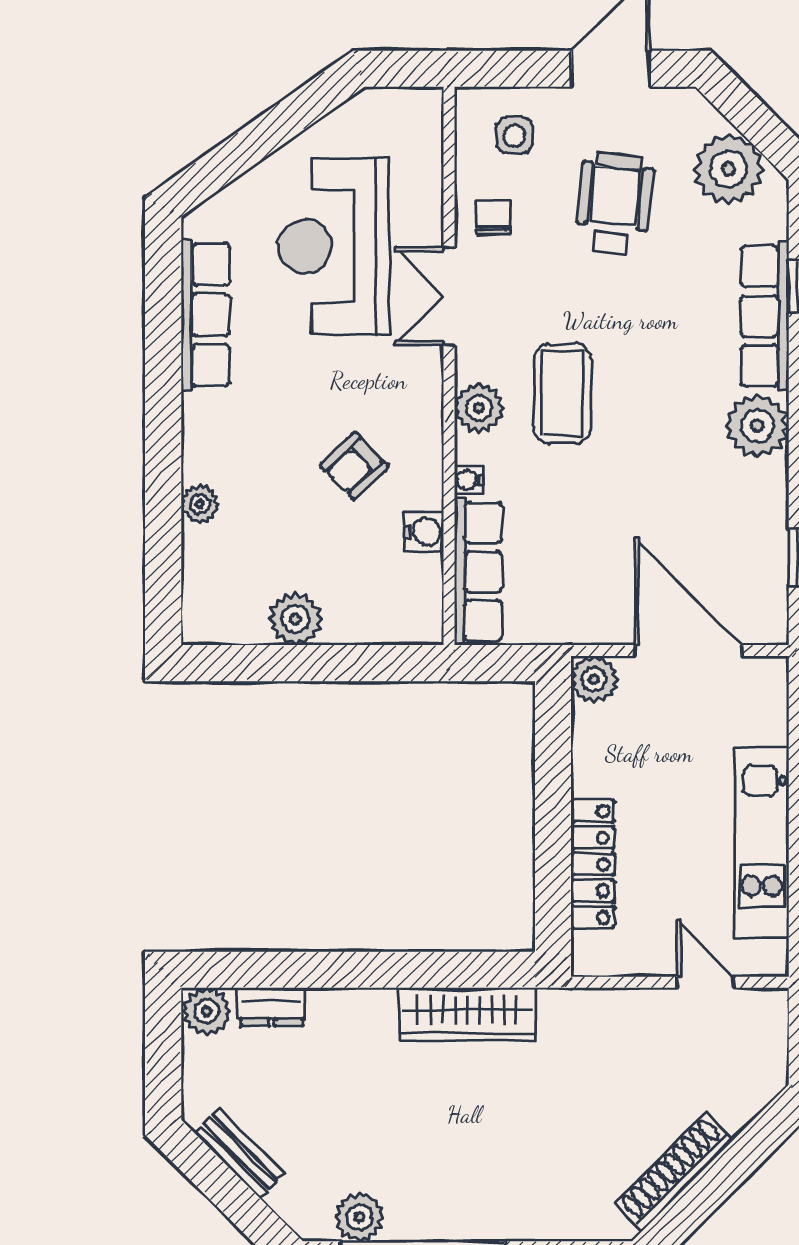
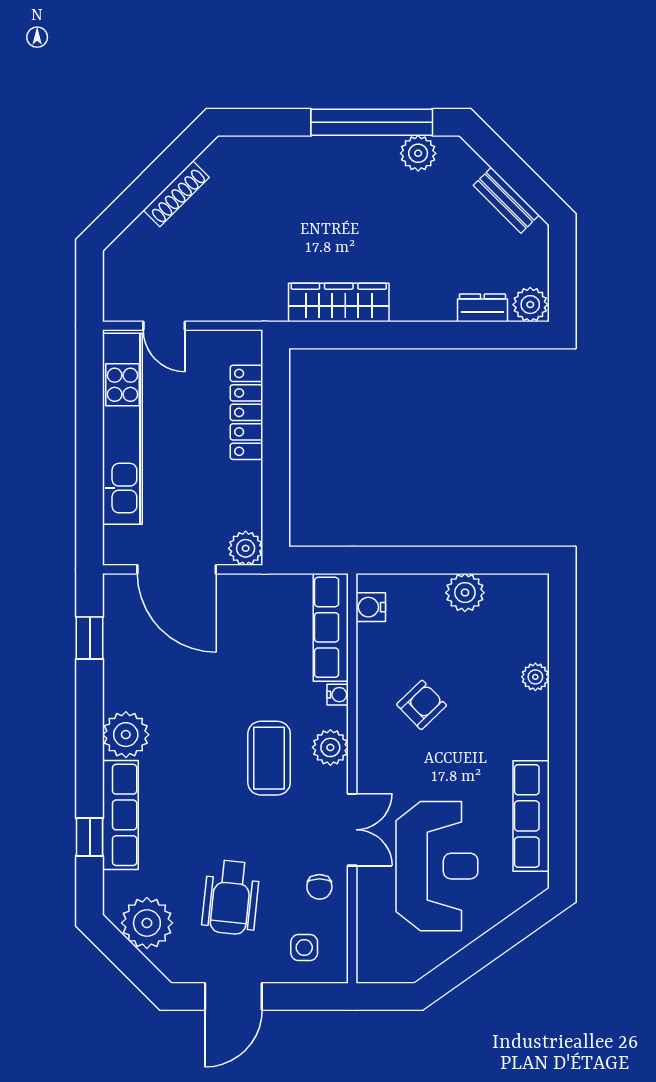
water cooler: (424, 532) -> (371, 607), moved
kitchen unit: (762, 842) -> (122, 429), width x1.36
shoe rack: (674, 1171) -> (176, 194), width x0.74, depth x0.81

